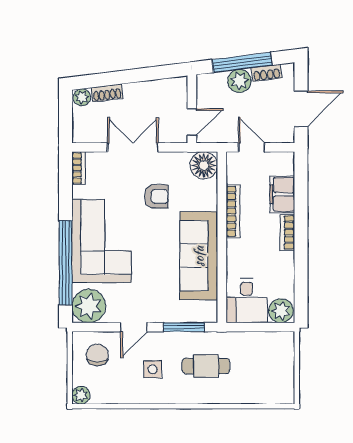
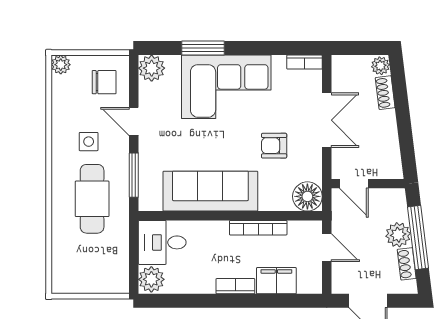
door: (251, 147) -> (327, 248), hinge flipped
armchair: (156, 196) -> (274, 146), turned 90
window: (66, 263) -> (203, 48), width x0.47
plant: (89, 306) -> (152, 68), width x0.73, depth x0.73
cafe table: (206, 366) -> (92, 199), width x1.37, depth x1.35

